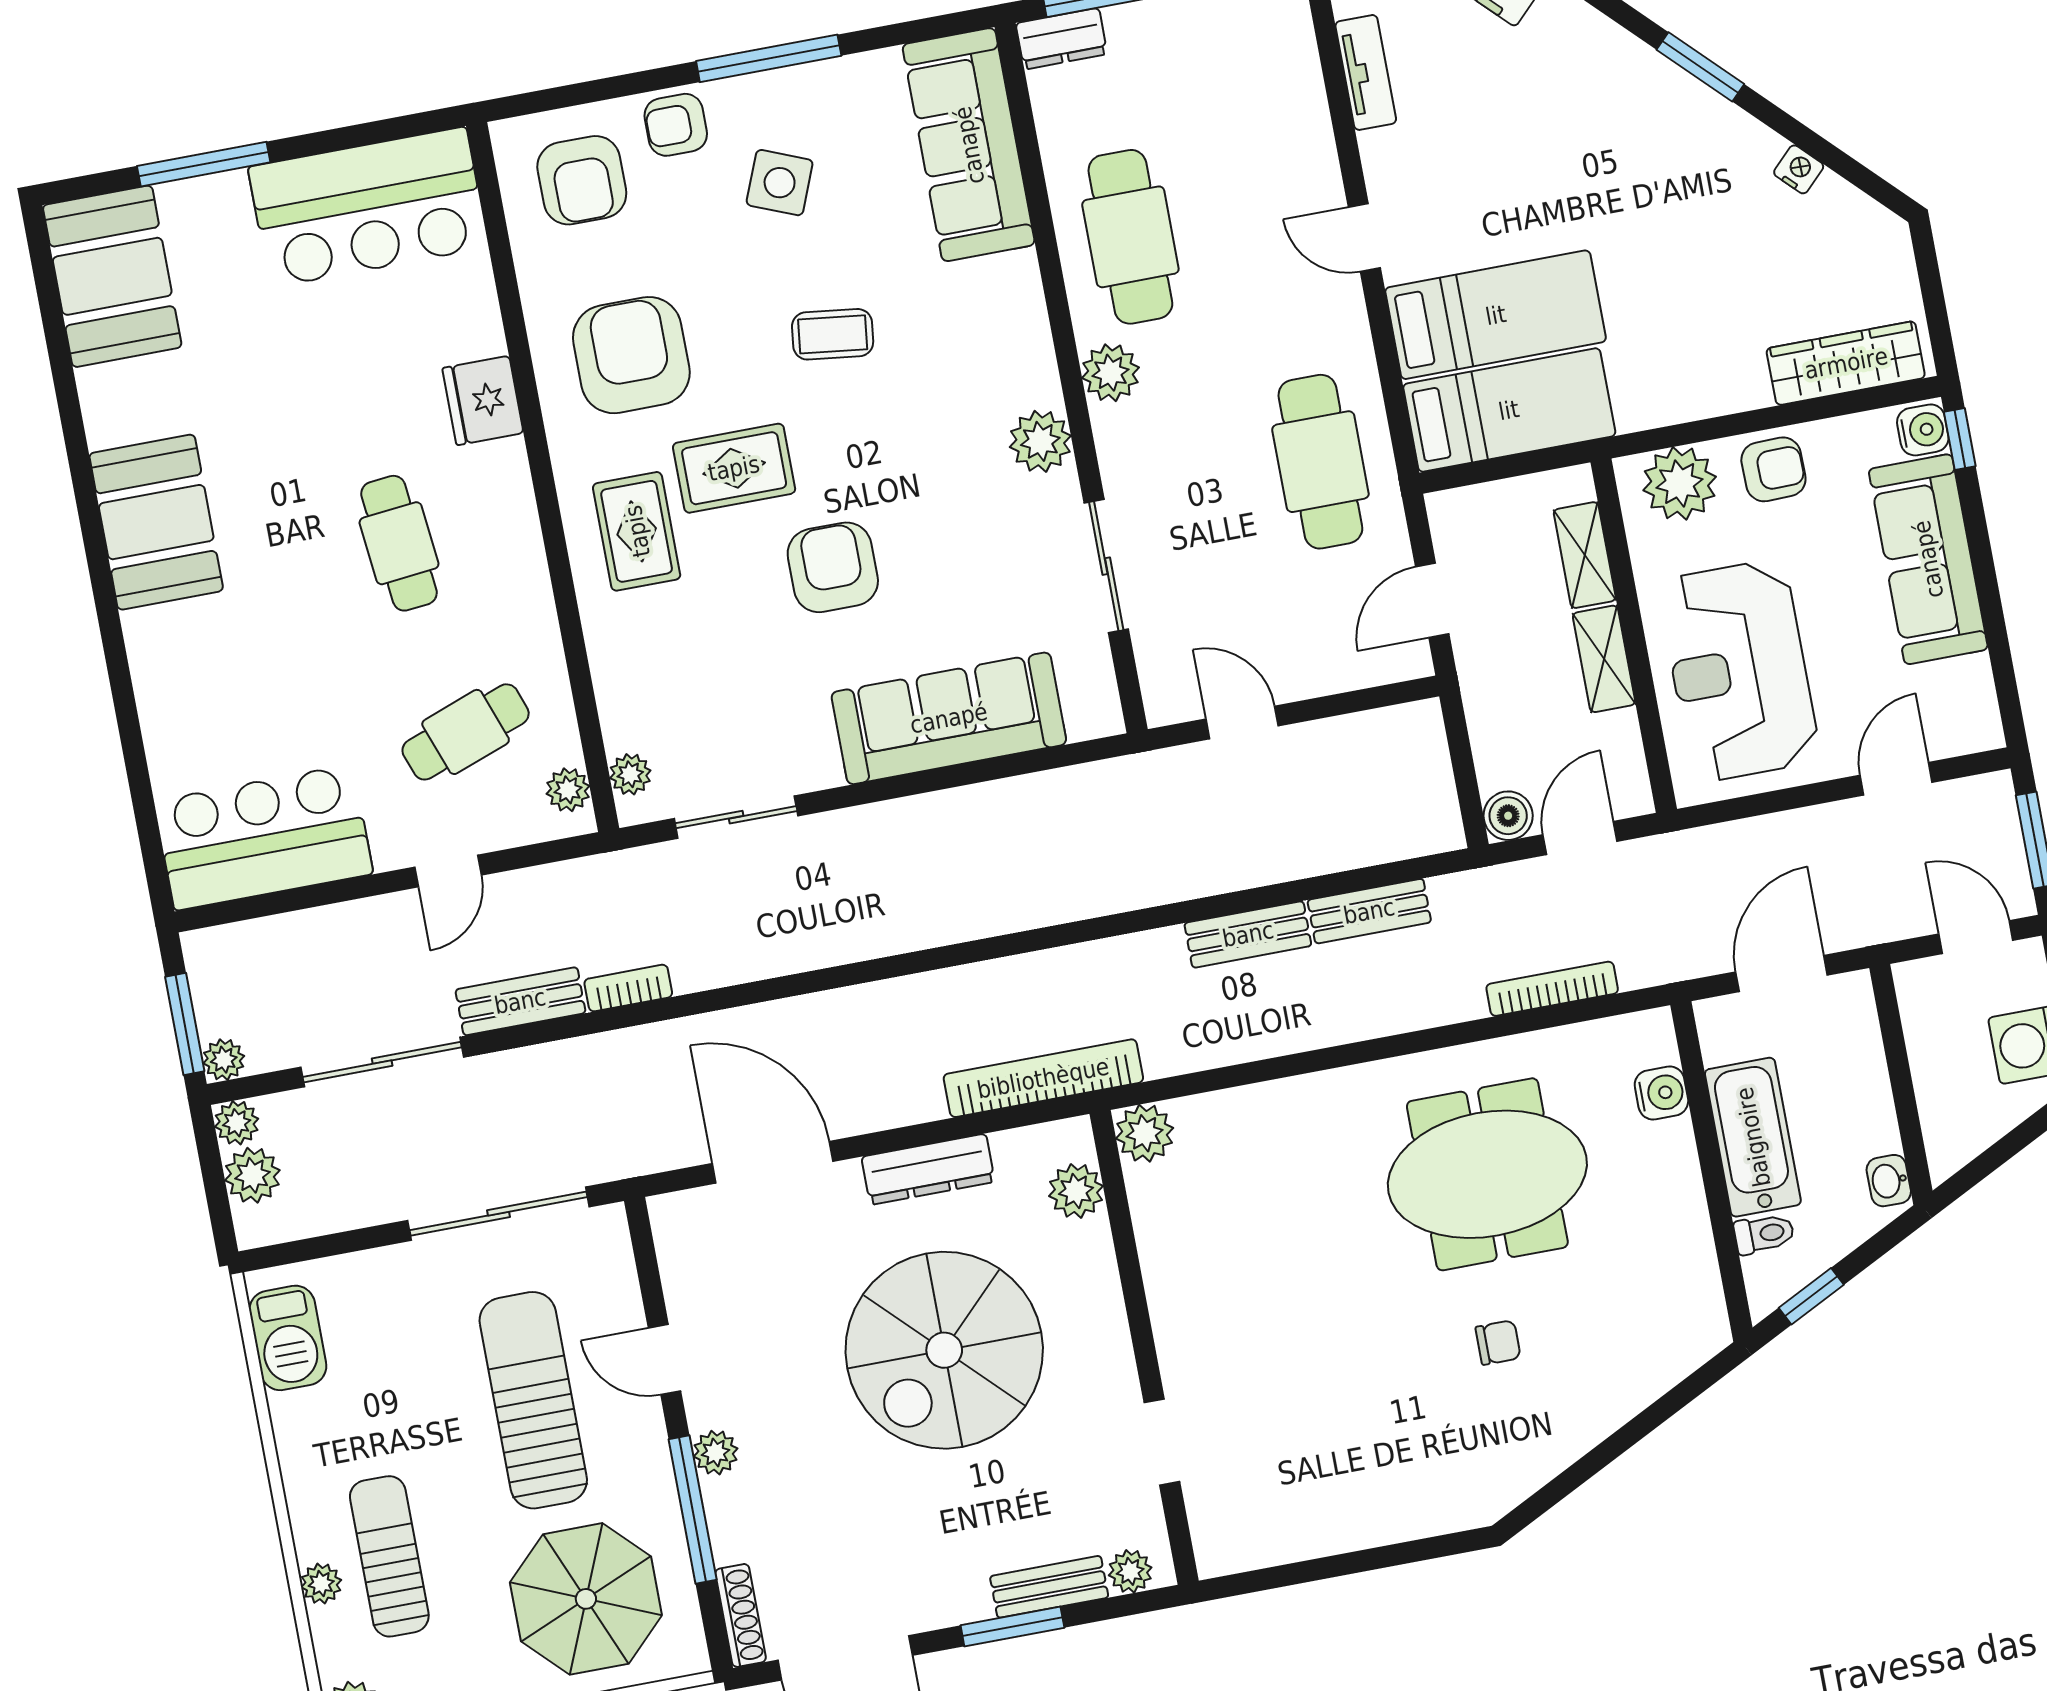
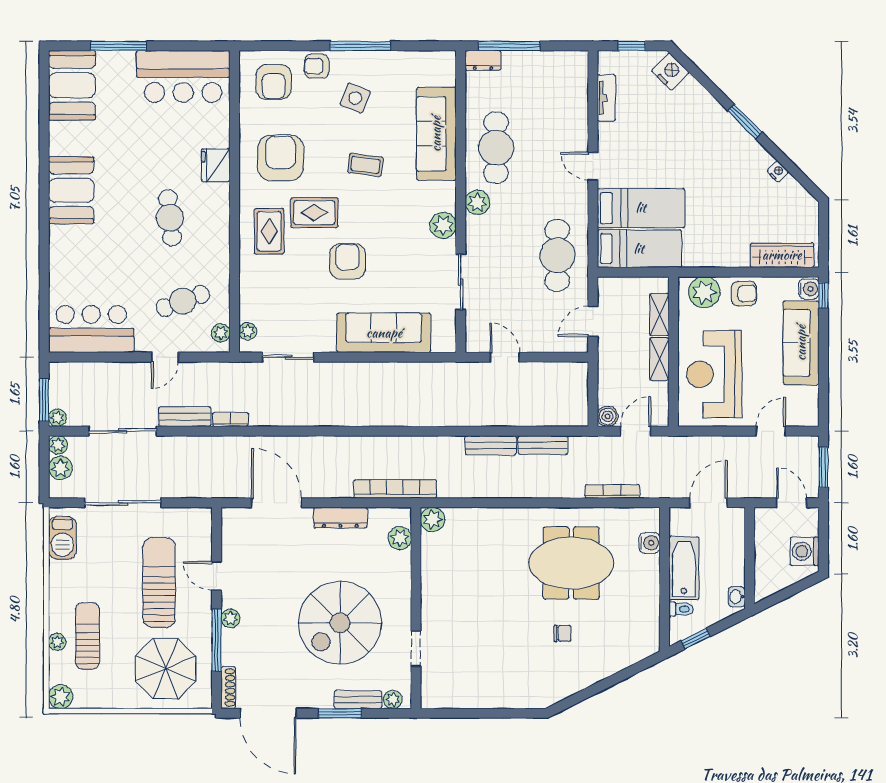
sofa: (969, 145) -> (436, 134), moved
sliding door: (499, 1214) -> (123, 503), moved
spiral stairs: (944, 1350) -> (340, 623), moved

